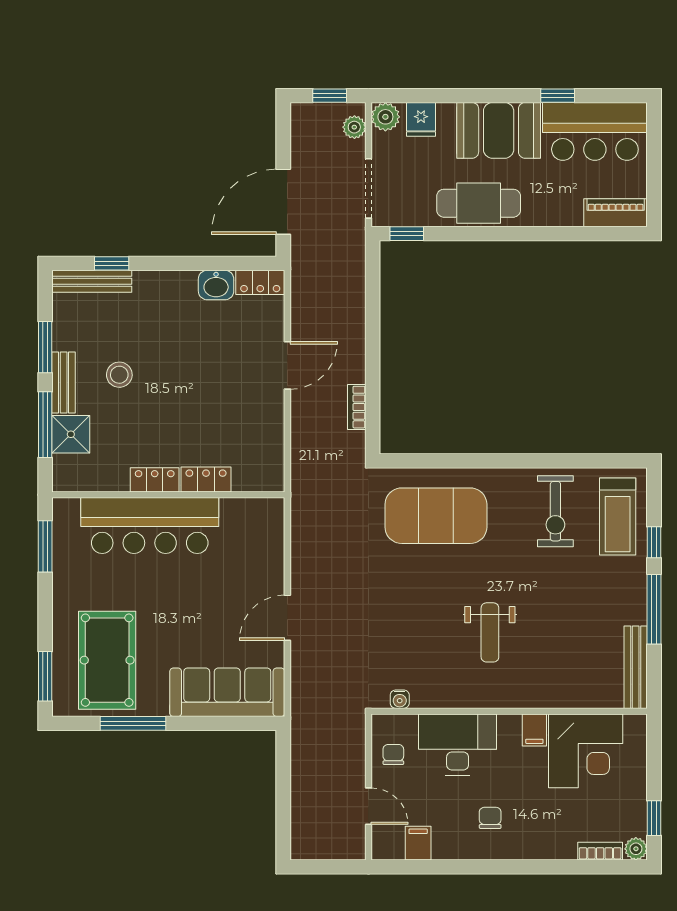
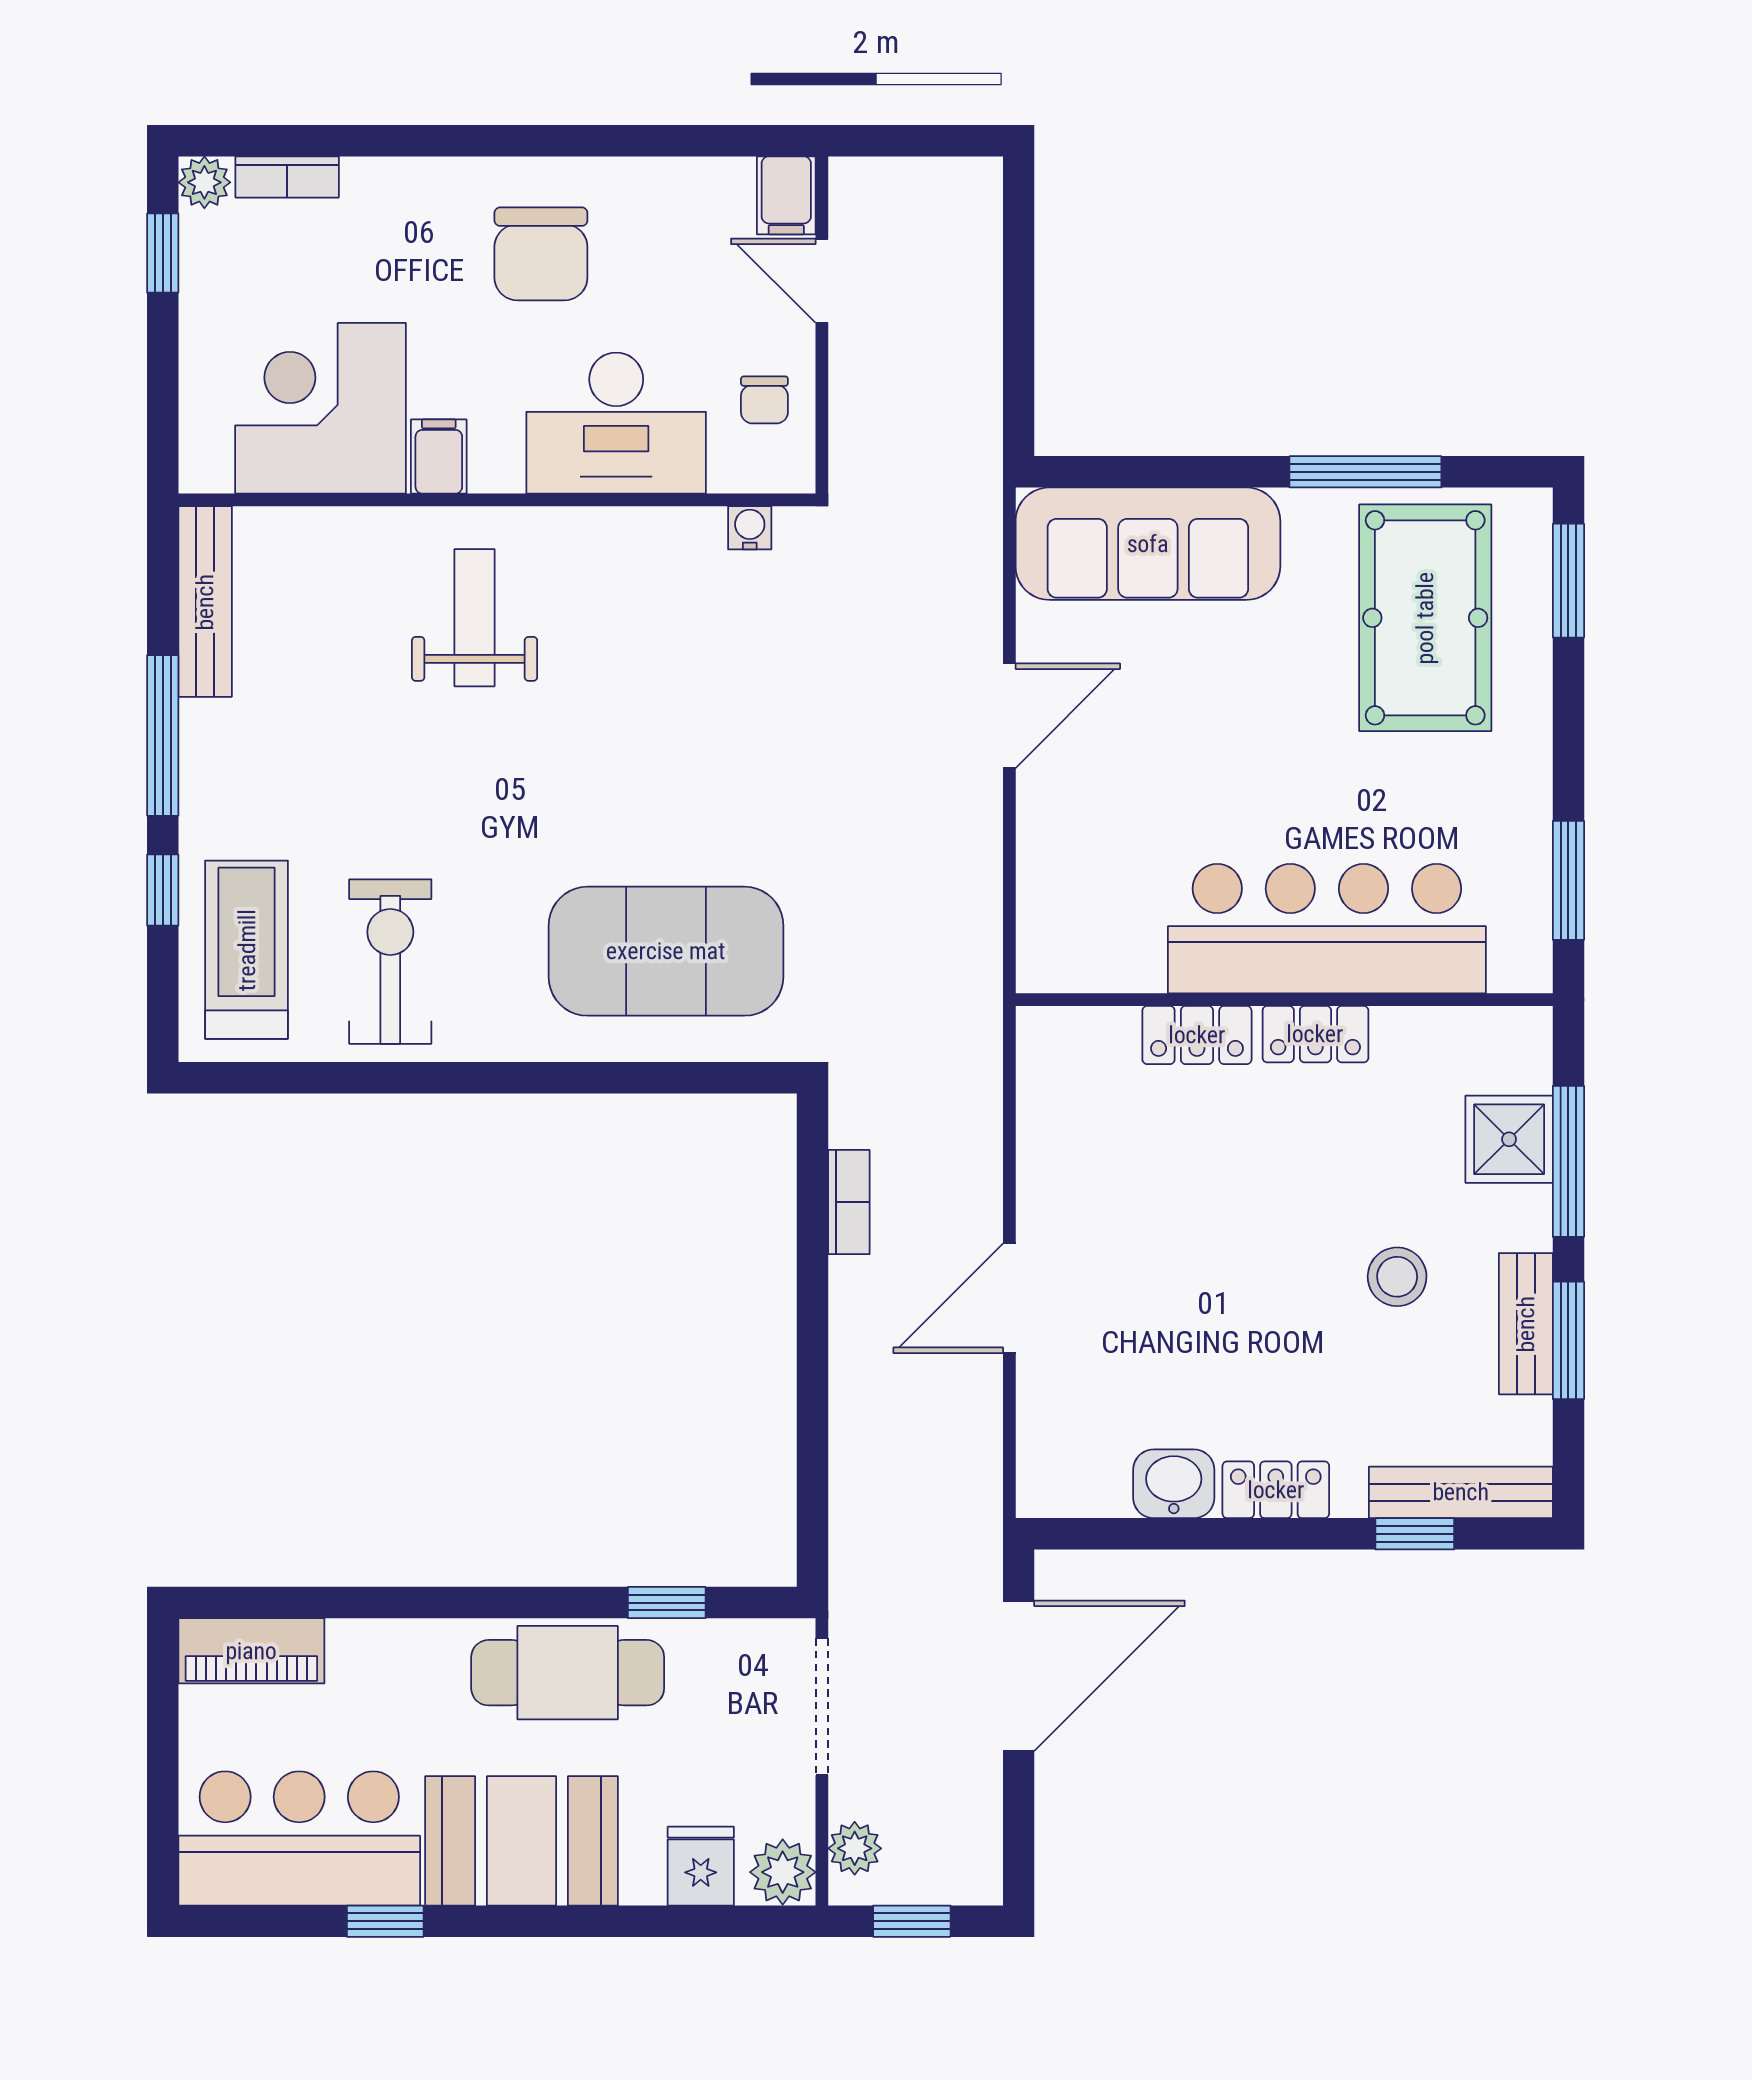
window: (407, 234) -> (667, 1603), moved
locker: (260, 282) -> (1276, 1490), moved
bench: (64, 383) -> (1526, 1324), moved
weight bench: (490, 632) -> (475, 618), moved
chair: (490, 818) -> (541, 254), width x1.87, depth x1.87
filing cabinet: (418, 843) -> (786, 195), moved

